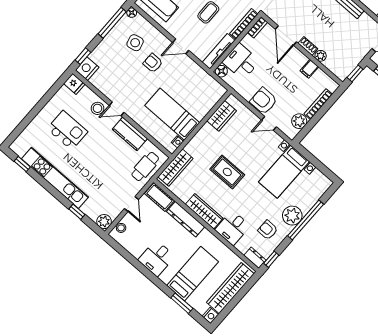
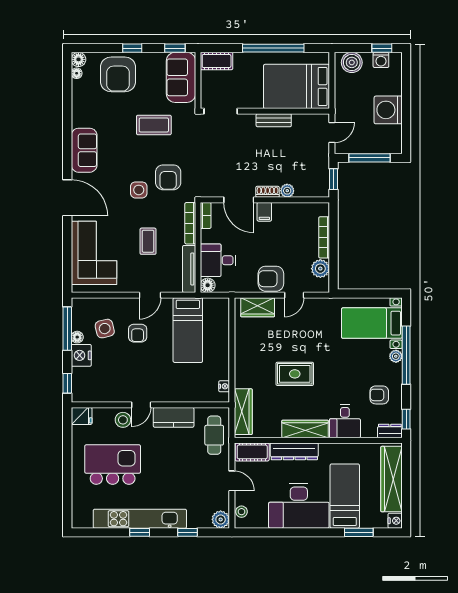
floor lamp: (132, 13) -> (77, 337), moved
armchair: (153, 63) -> (138, 333), turned -90
nightstand: (87, 69) -> (81, 355), moved
filing cabinet: (309, 69) -> (264, 212), moved
bed: (172, 114) -> (188, 330), moved, turned -90
wardrobe: (222, 116) -> (258, 307), moved, turned 90
kitchen island: (67, 130) -> (113, 465), width x1.37, depth x1.28
window: (22, 164) -> (140, 532), moved
bed with nightstands: (284, 172) -> (372, 323), moved, turned 90
plant: (292, 216) -> (396, 356), width x0.53, depth x0.53
desk: (157, 258) -> (299, 506), width x1.87, depth x1.30

